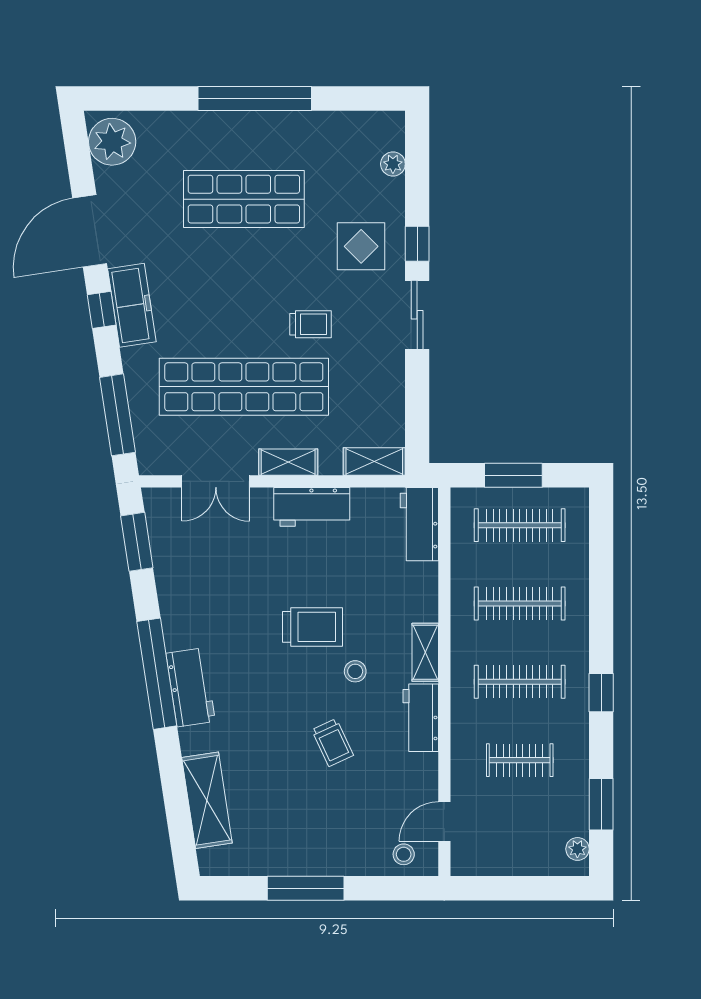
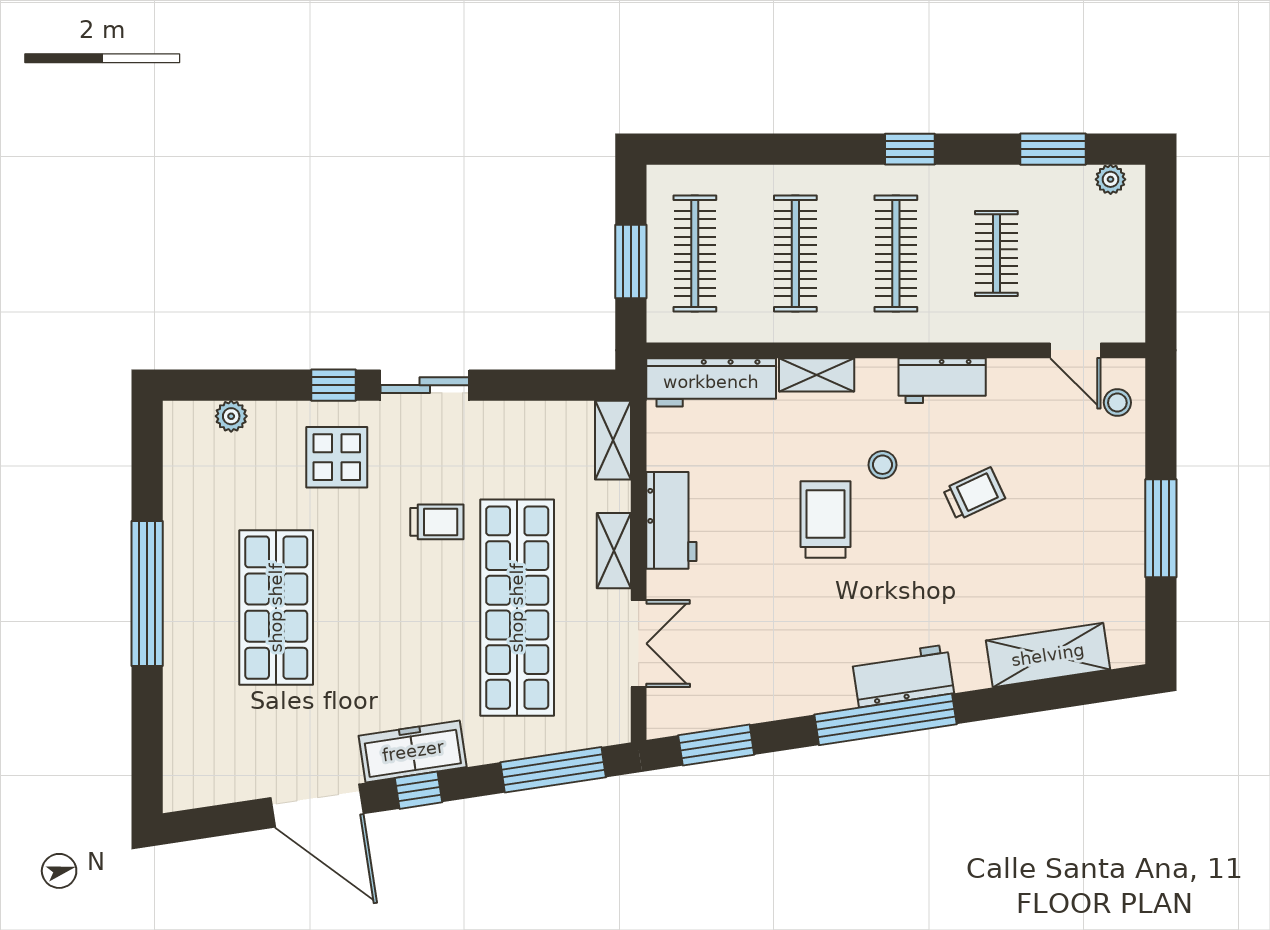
plant: (112, 142) -> (203, 777), removed
trolley: (311, 324) -> (437, 522), turned 90
workbench: (419, 524) -> (711, 382), width x1.37
shelving: (425, 652) -> (817, 375), moved

